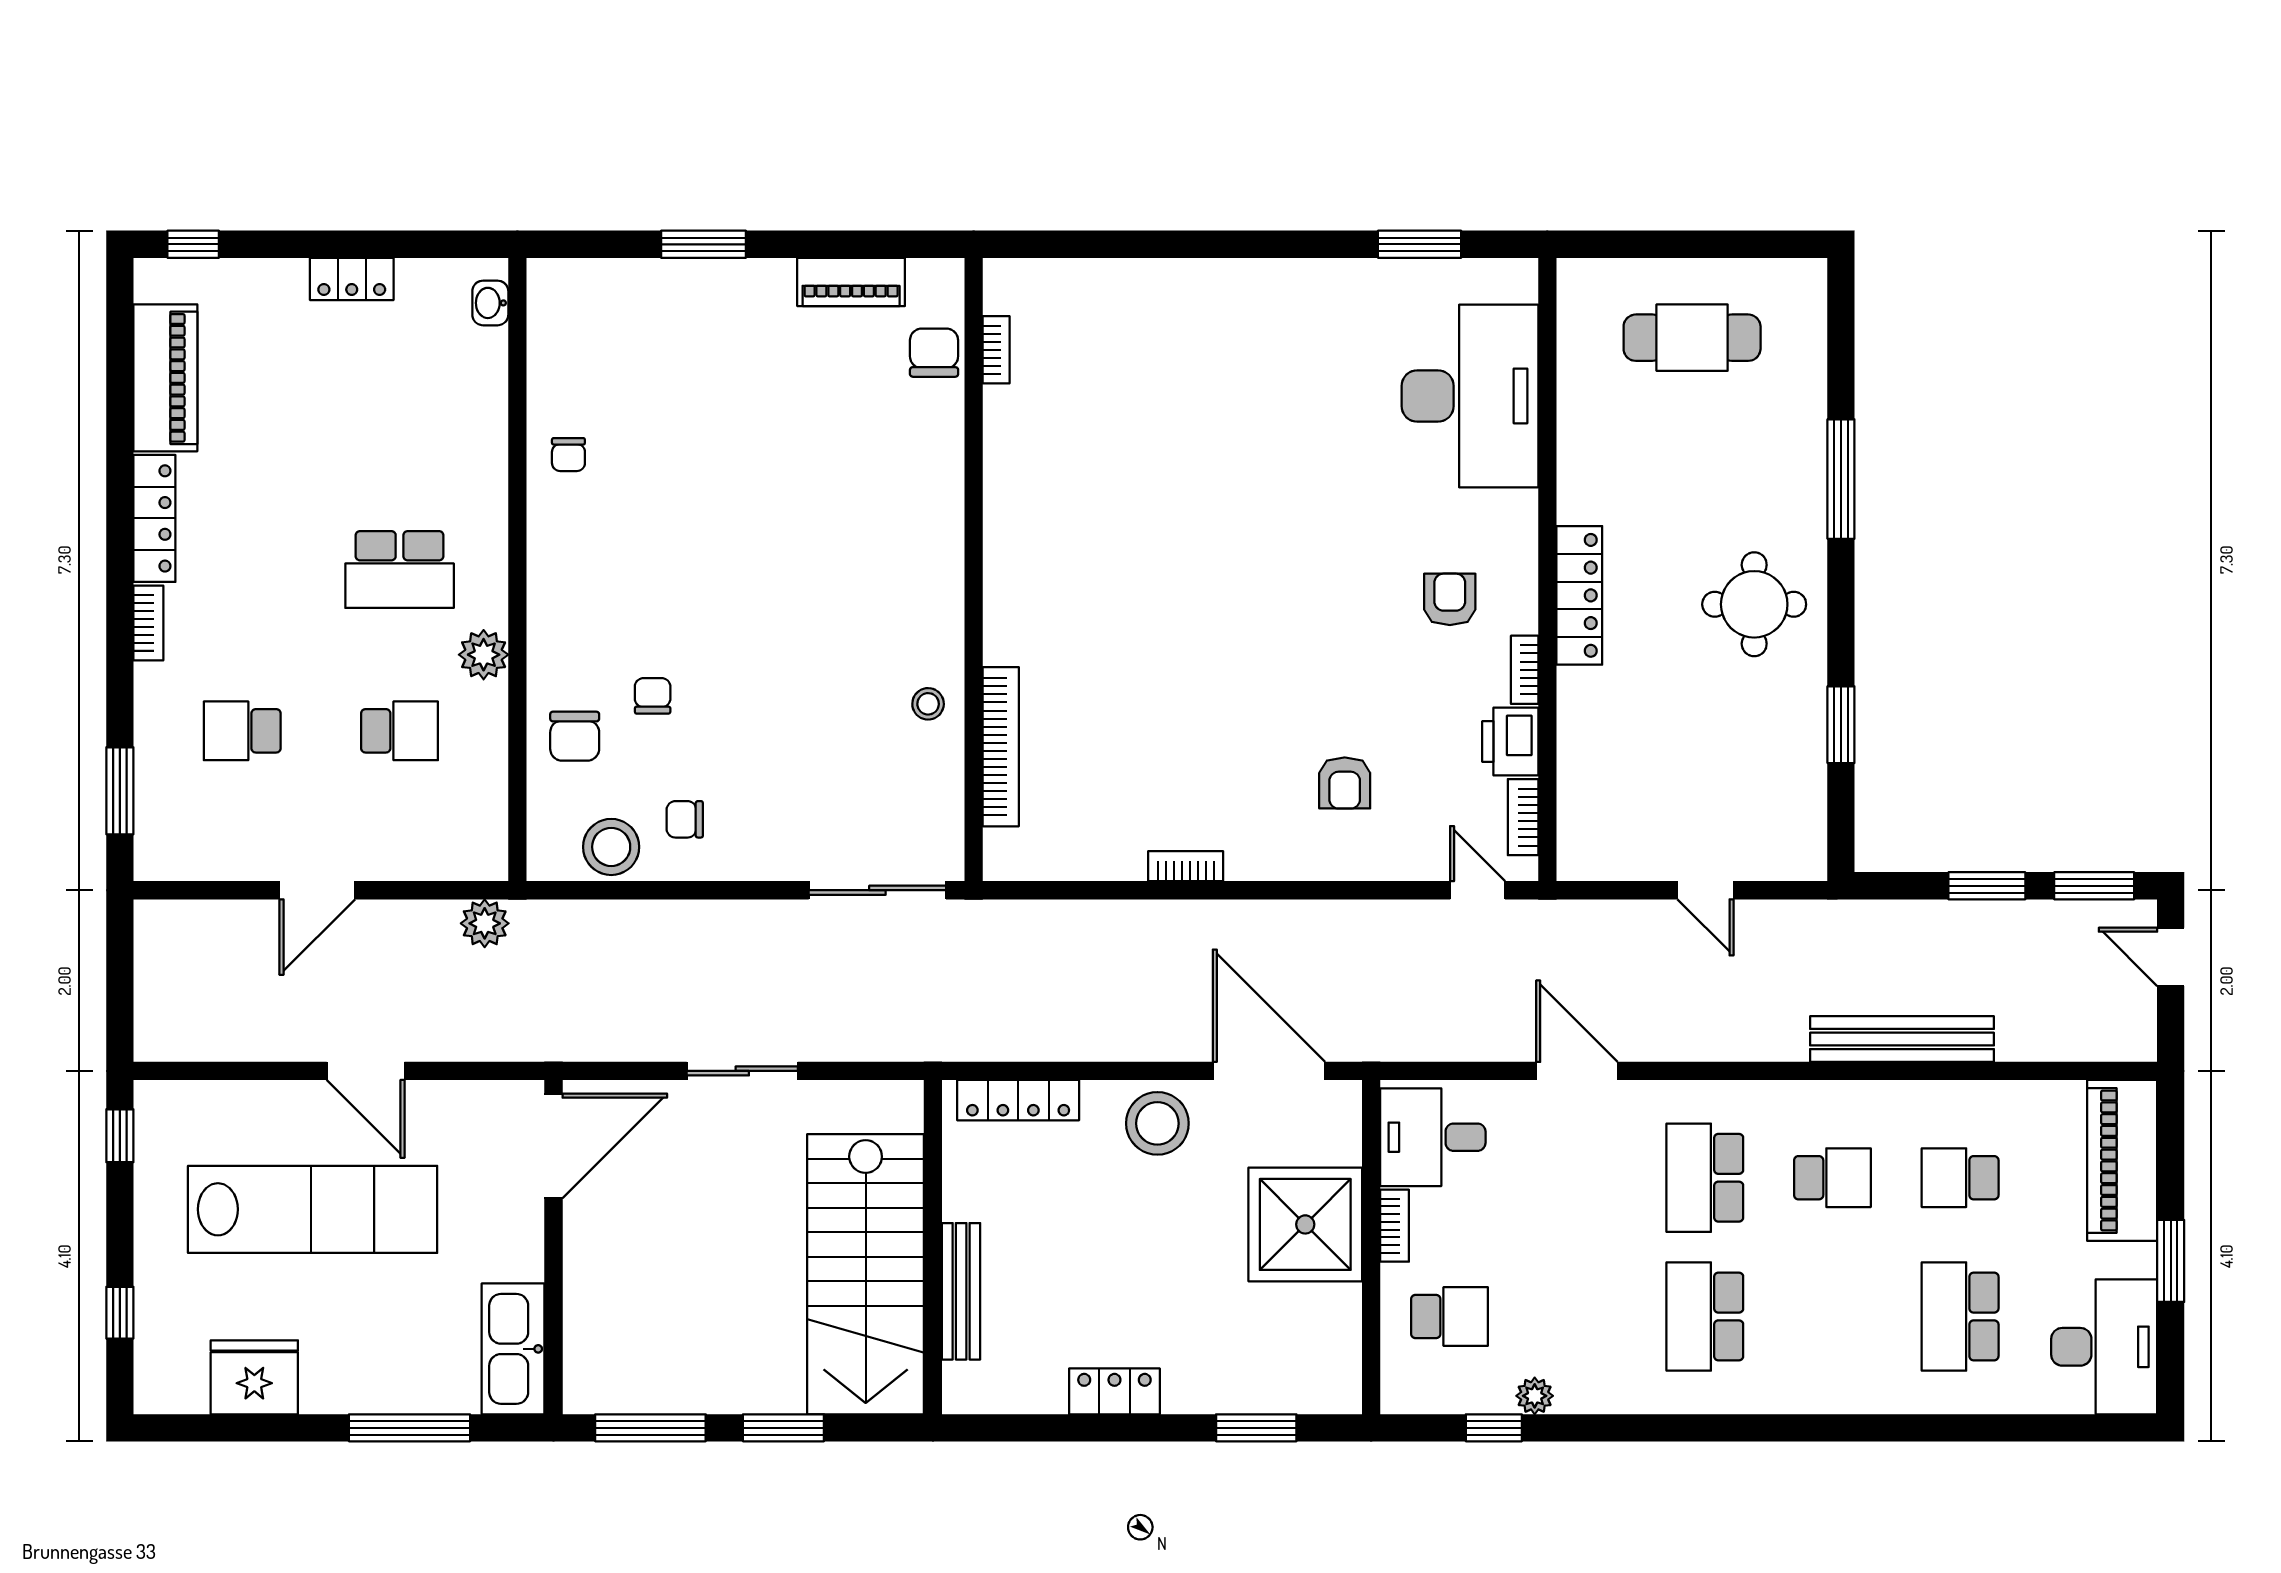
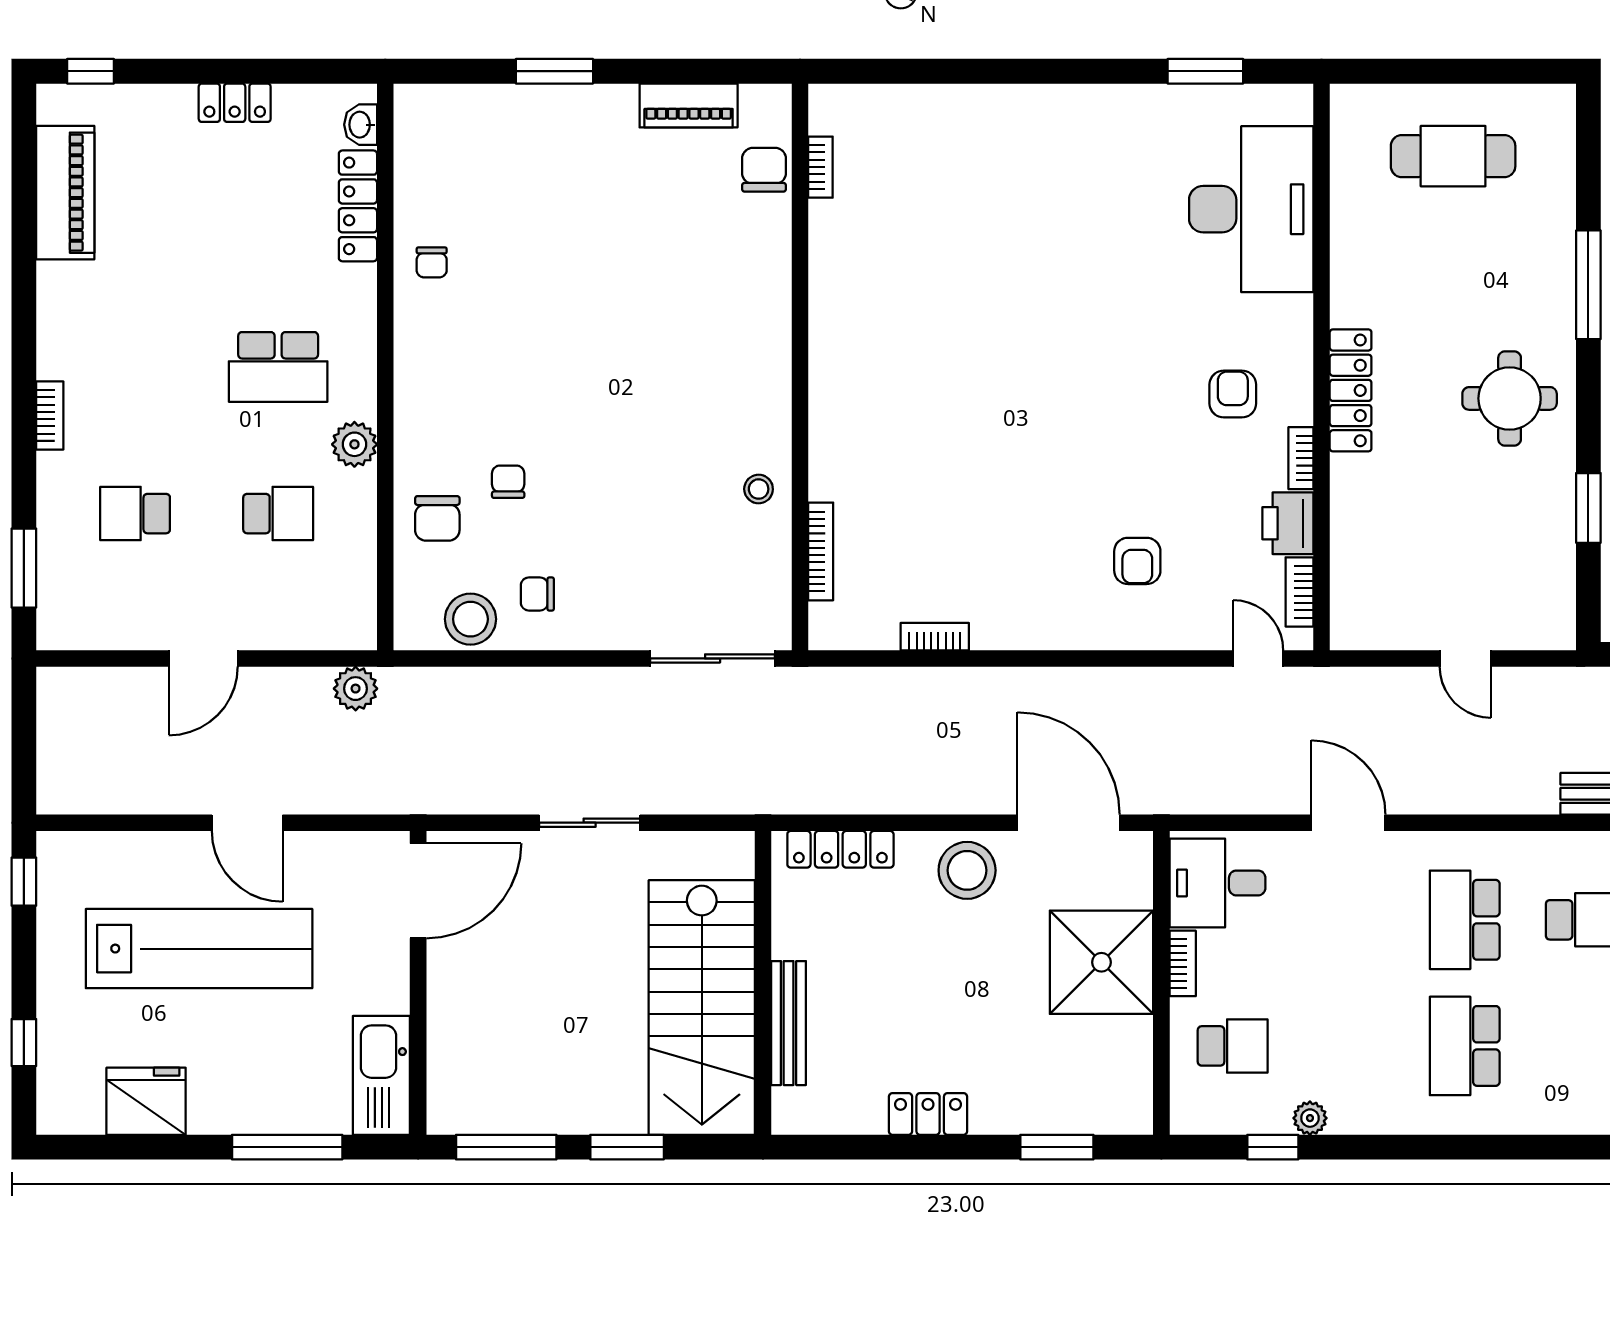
locker: (154, 518) -> (358, 206), moved, turned 180
bookcase: (1001, 747) -> (821, 551), width x0.68, depth x0.76
bookcase: (1186, 866) -> (935, 637), moved

